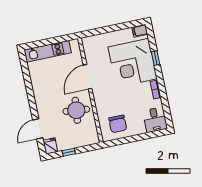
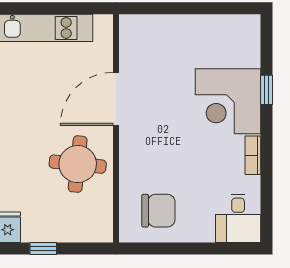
filing cabinet: (140, 31) -> (246, 25), removed
corner desk: (133, 63) -> (228, 101), width x0.74, depth x0.74
chair: (118, 124) -> (158, 211), turned -90

